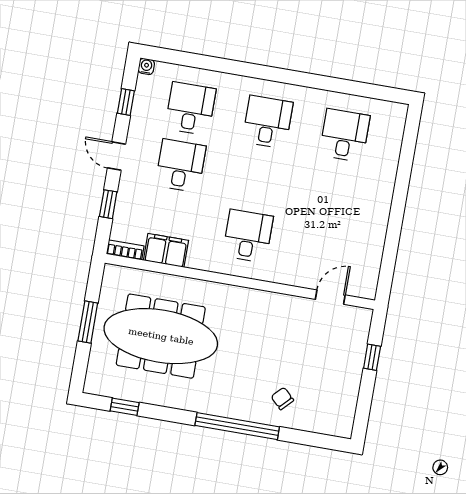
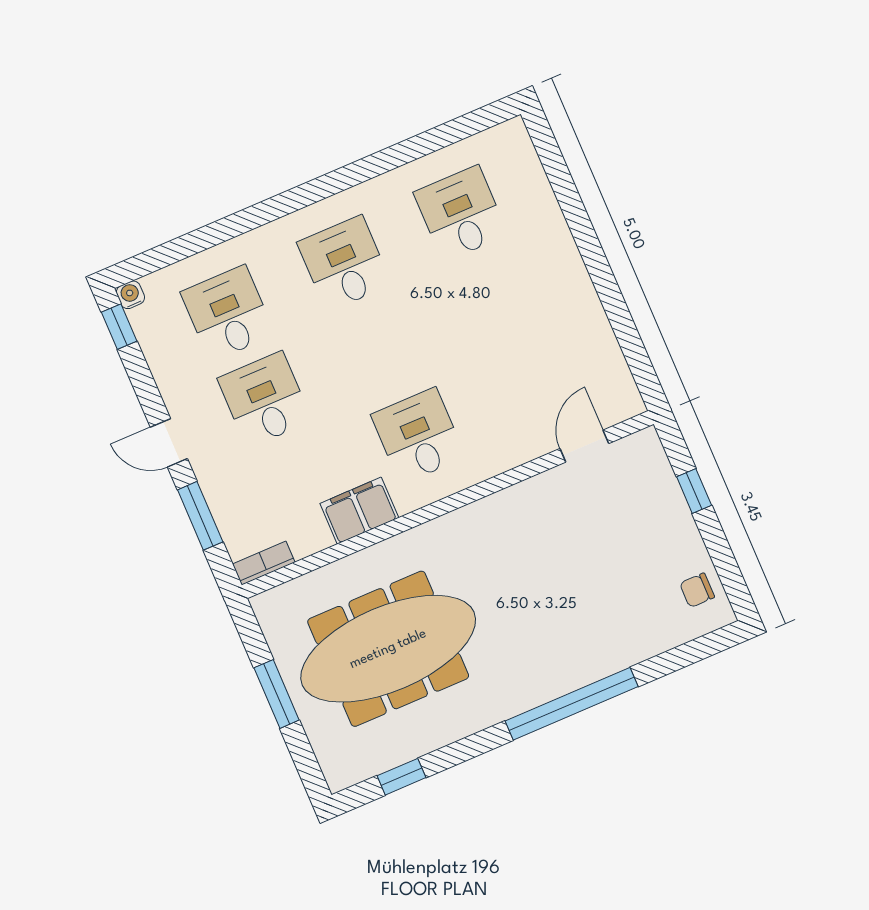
window: (126, 102) -> (119, 327), moved
window: (108, 204) -> (200, 516), width x1.50
filing cabinet: (166, 250) -> (359, 511), moved
chair: (282, 399) -> (697, 590), moved, turned -44

